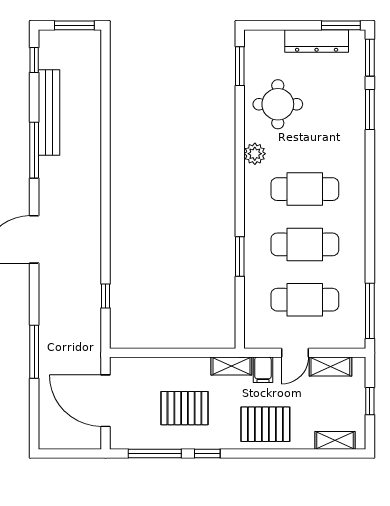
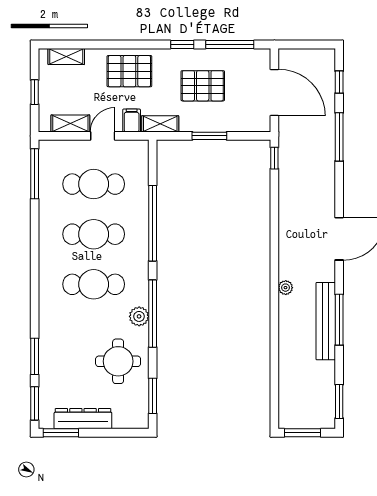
window: (34, 60) -> (339, 401), width x1.50
bench: (49, 113) -> (326, 321), moved
window: (240, 157) -> (153, 314), added
plant: (93, 186) -> (286, 288), added
window: (240, 256) -> (153, 223), width x2.11
window: (105, 296) -> (274, 158), moved
window: (177, 353) -> (209, 136), added
window: (34, 412) -> (339, 82), added

